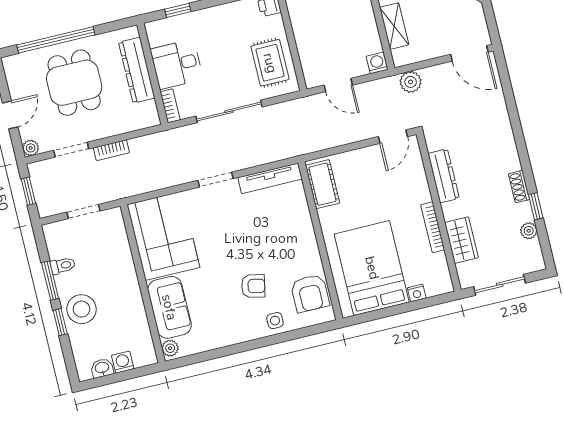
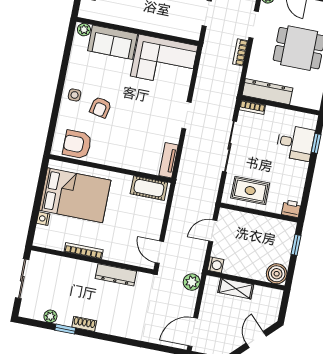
desk: (177, 64) -> (295, 143), moved, turned 90
dresser: (137, 70) -> (267, 92), moved
tv unit: (270, 178) -> (169, 160), width x0.71
wardrobe: (461, 240) -> (66, 267), removed
side table: (275, 321) -> (75, 95), moved

